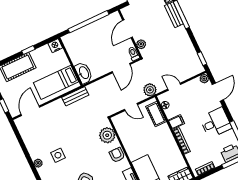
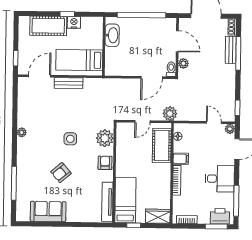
door: (128, 29) -> (177, 41), swing flipped
nightstand: (55, 46) -> (74, 22), moved
washbasin: (84, 73) -> (112, 35), moved
door: (174, 87) -> (214, 122), moved
bench: (75, 96) -> (69, 83), moved
door: (131, 107) -> (142, 121), hinge flipped
cot: (156, 114) -> (162, 145), width x1.37, depth x1.34
side table: (58, 155) -> (70, 139), moved

